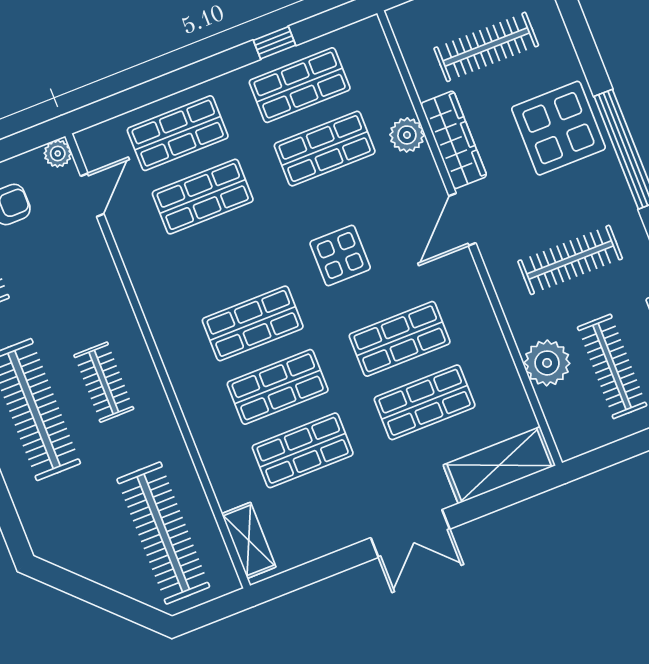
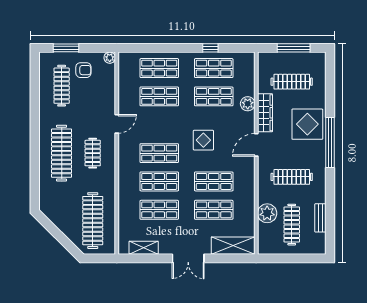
door: (92, 195) -> (117, 124), moved
shelving: (249, 540) -> (144, 248), moved, turned 90

